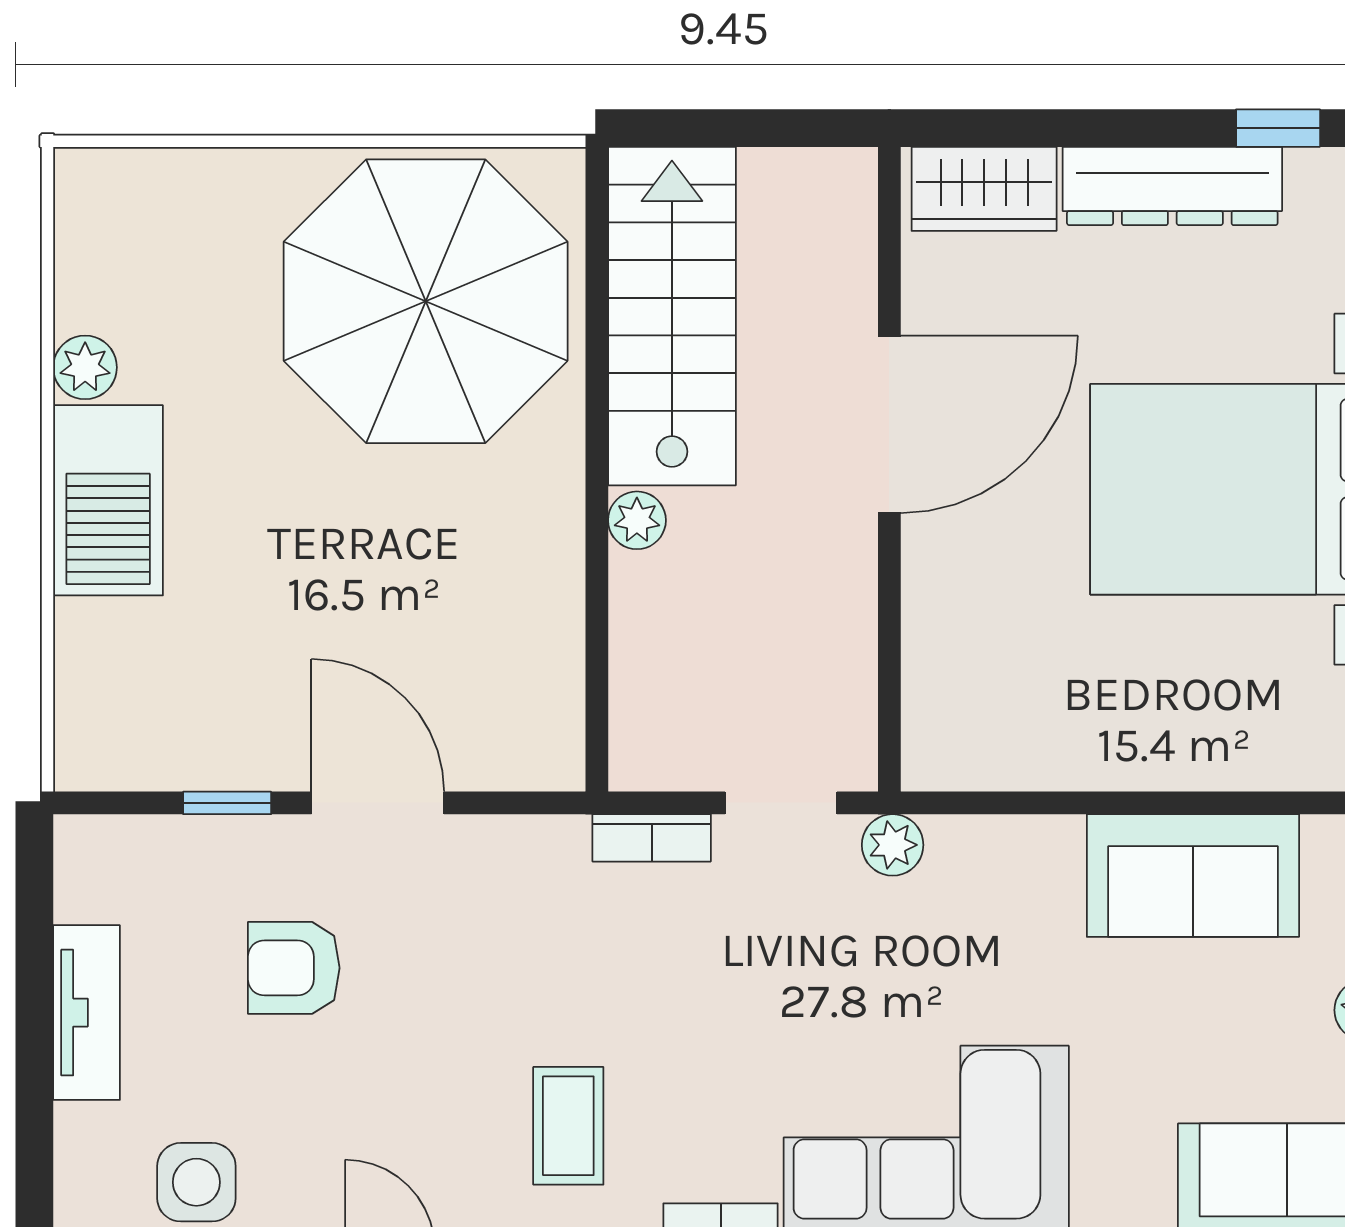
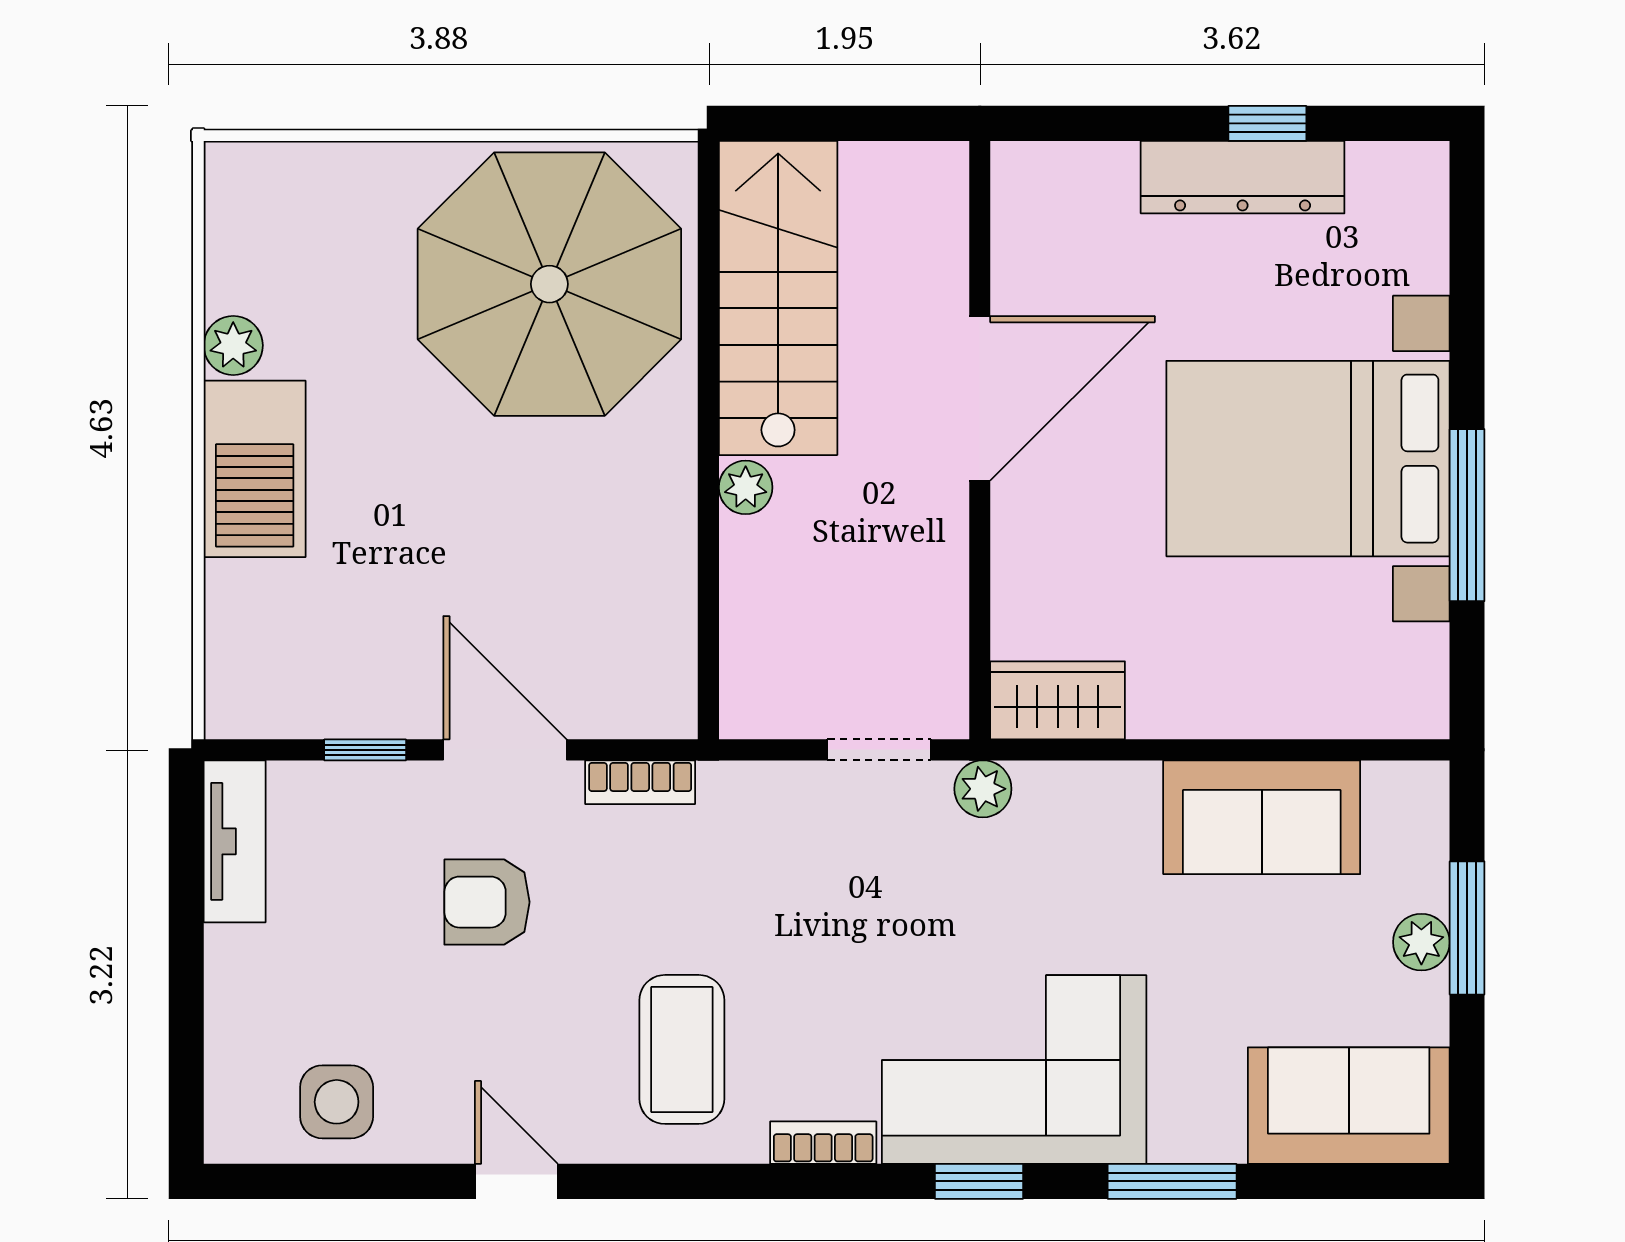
window: (1278, 128) -> (1267, 123), moved
wardrobe: (984, 189) -> (1058, 700), moved, turned 180
bookcase: (652, 838) -> (640, 782), moved
armchair: (294, 968) -> (487, 902), moved
tv unit: (87, 1013) -> (235, 841), moved
coffee table: (568, 1126) -> (682, 1049), width x1.36, depth x1.30

